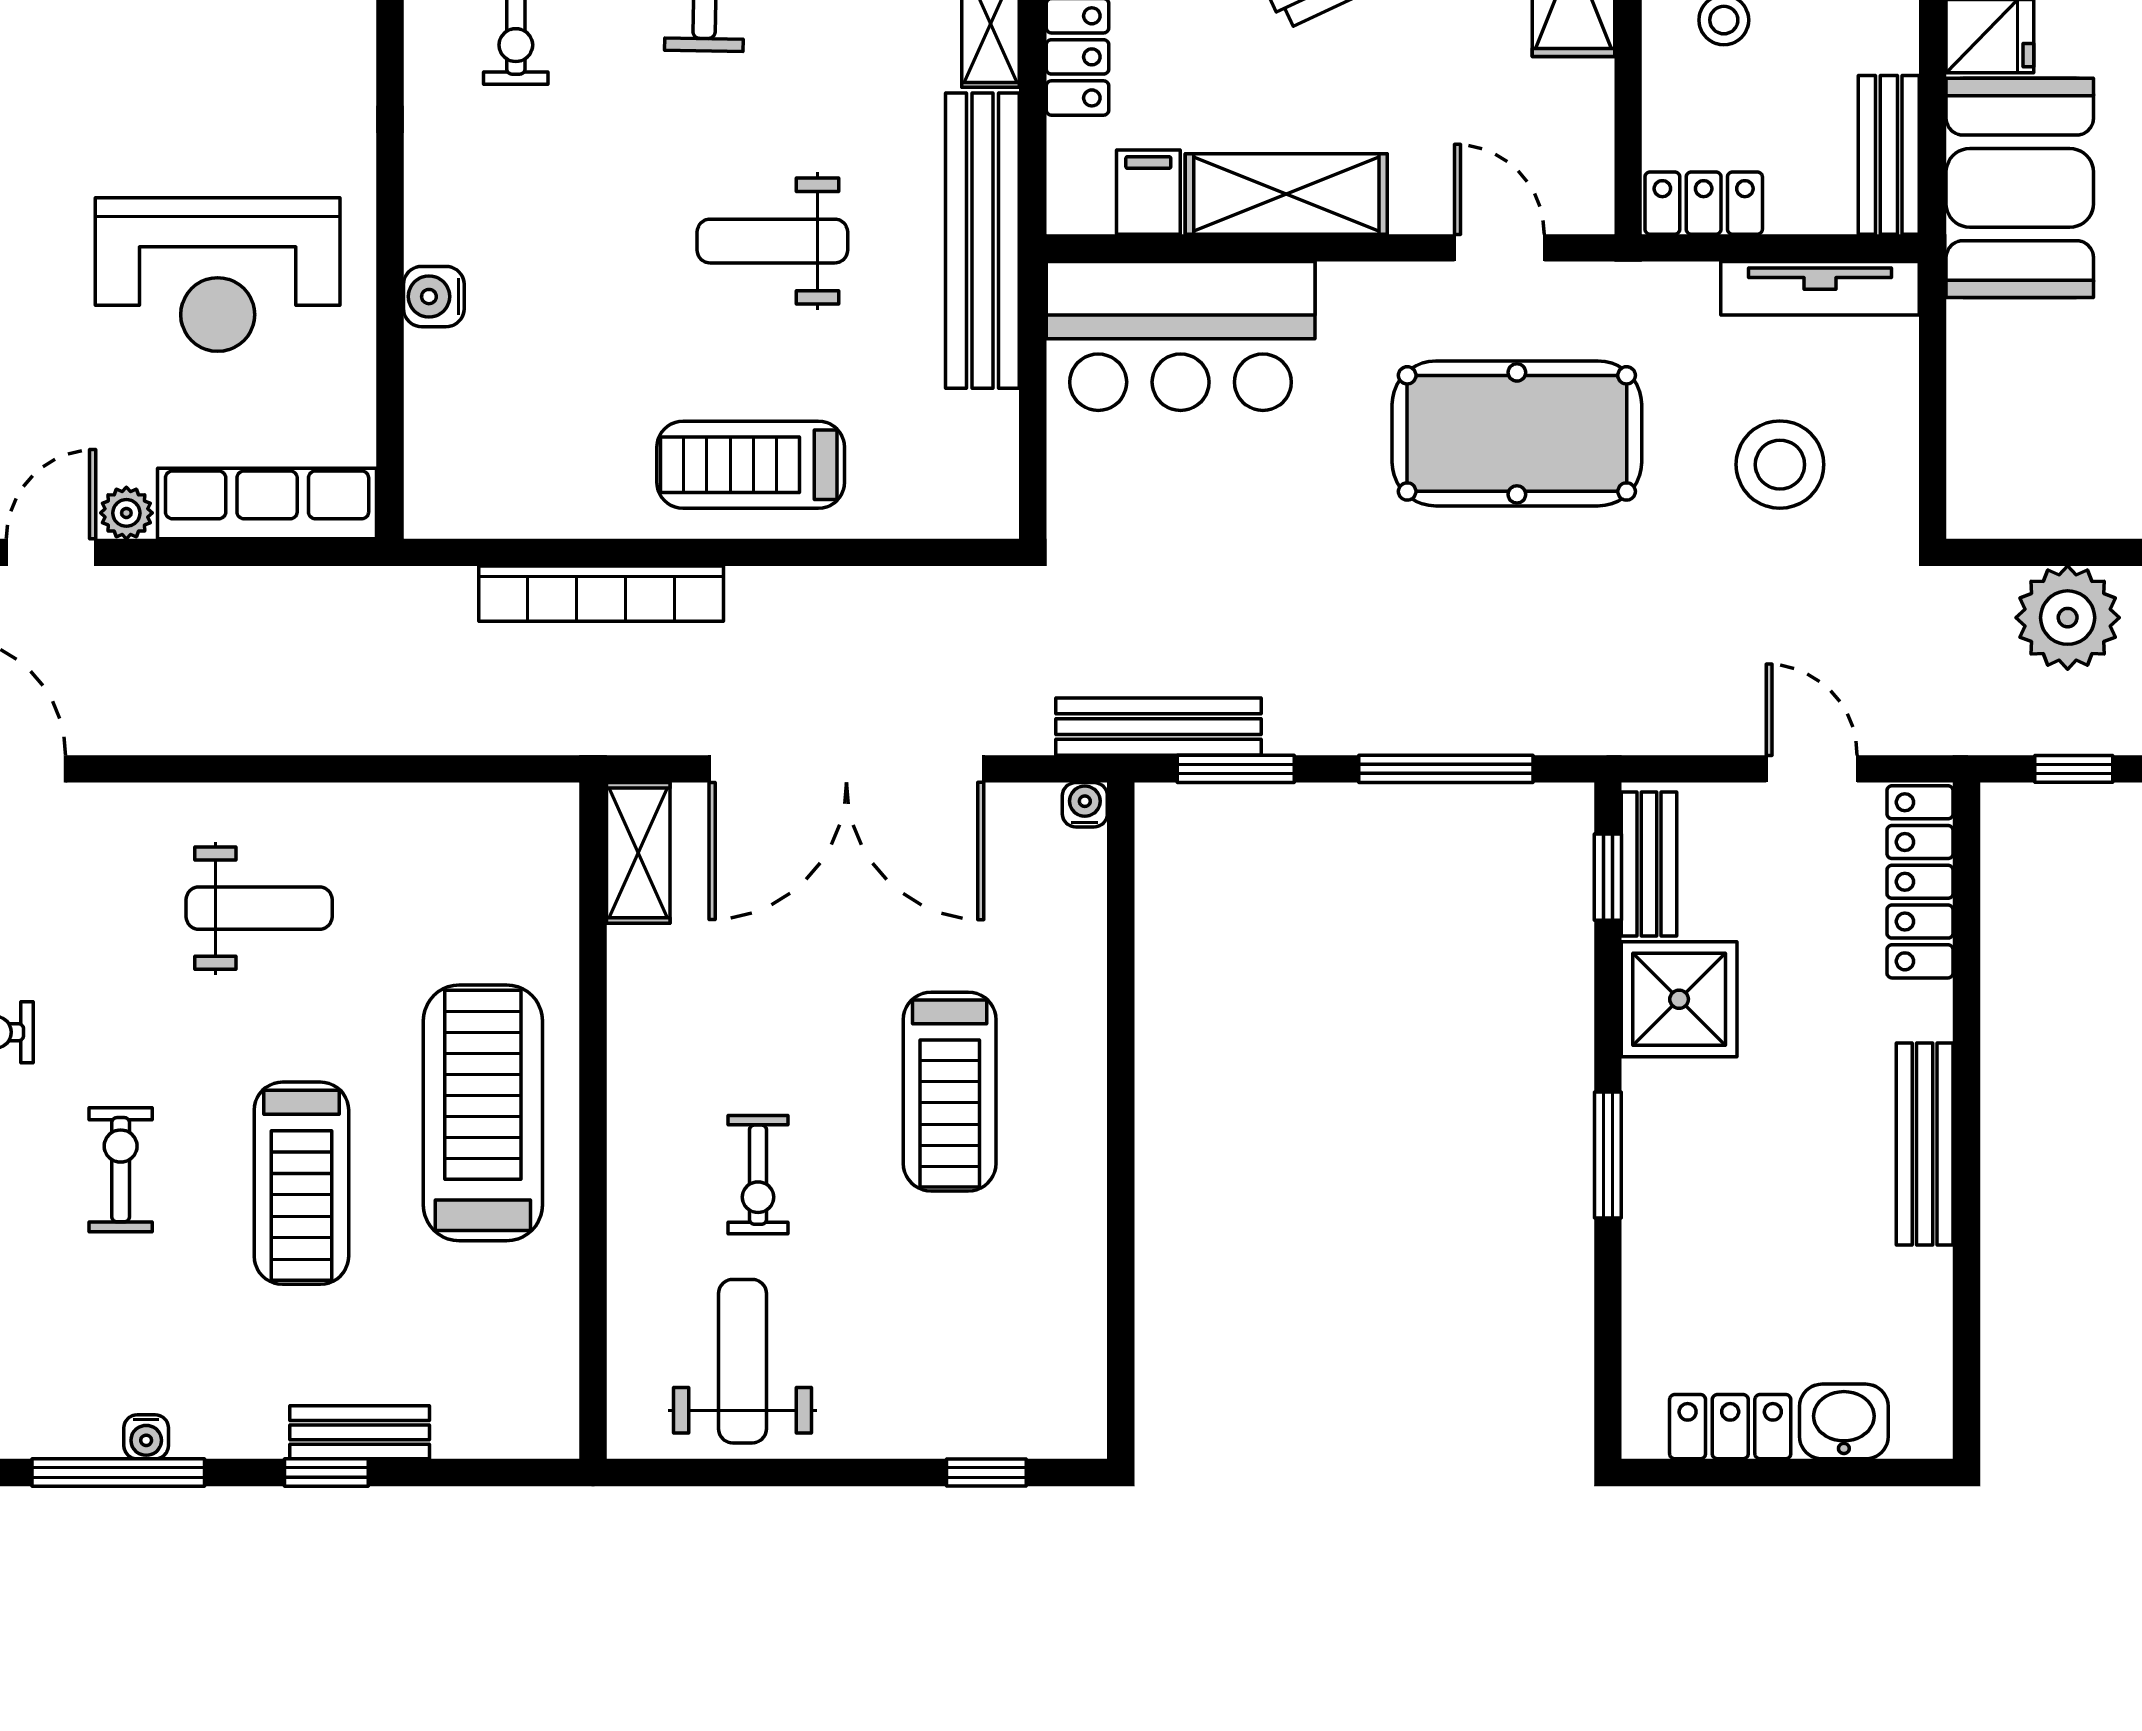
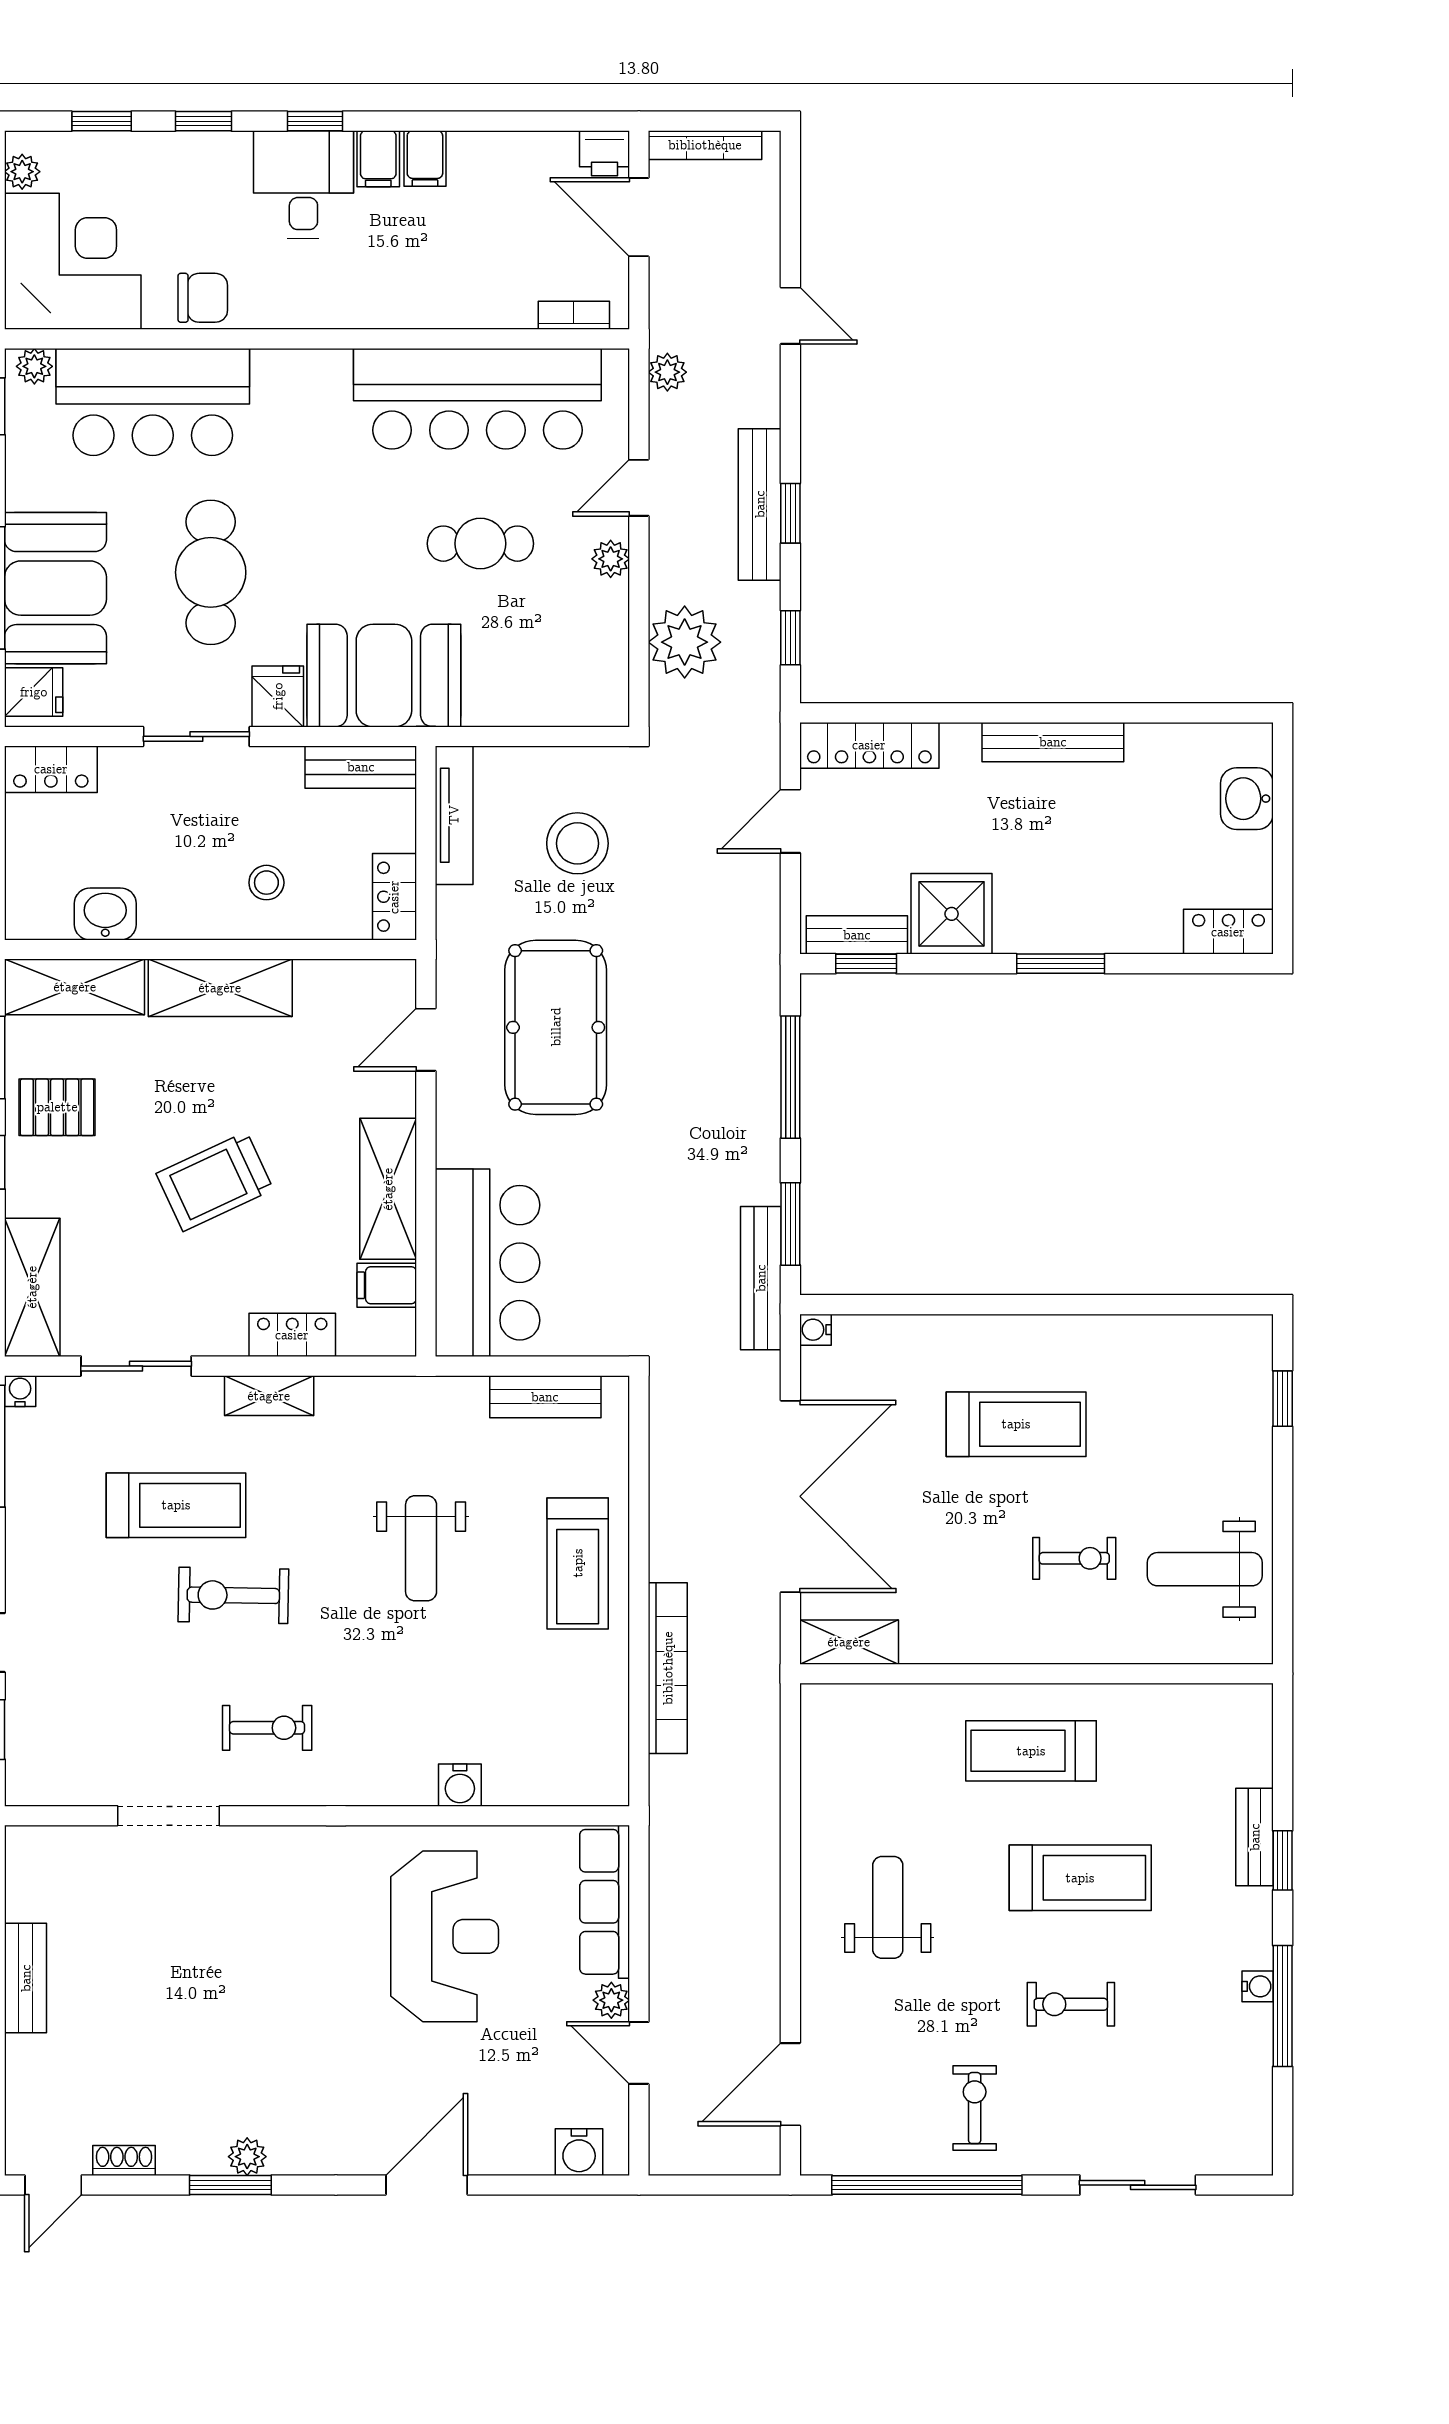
bench: (982, 241) -> (545, 1397), moved, width x0.54, depth x0.82
treadmill: (483, 1113) -> (1031, 1751), width x0.73, depth x0.73
locker: (1730, 1427) -> (1228, 932), moved, turned 90

